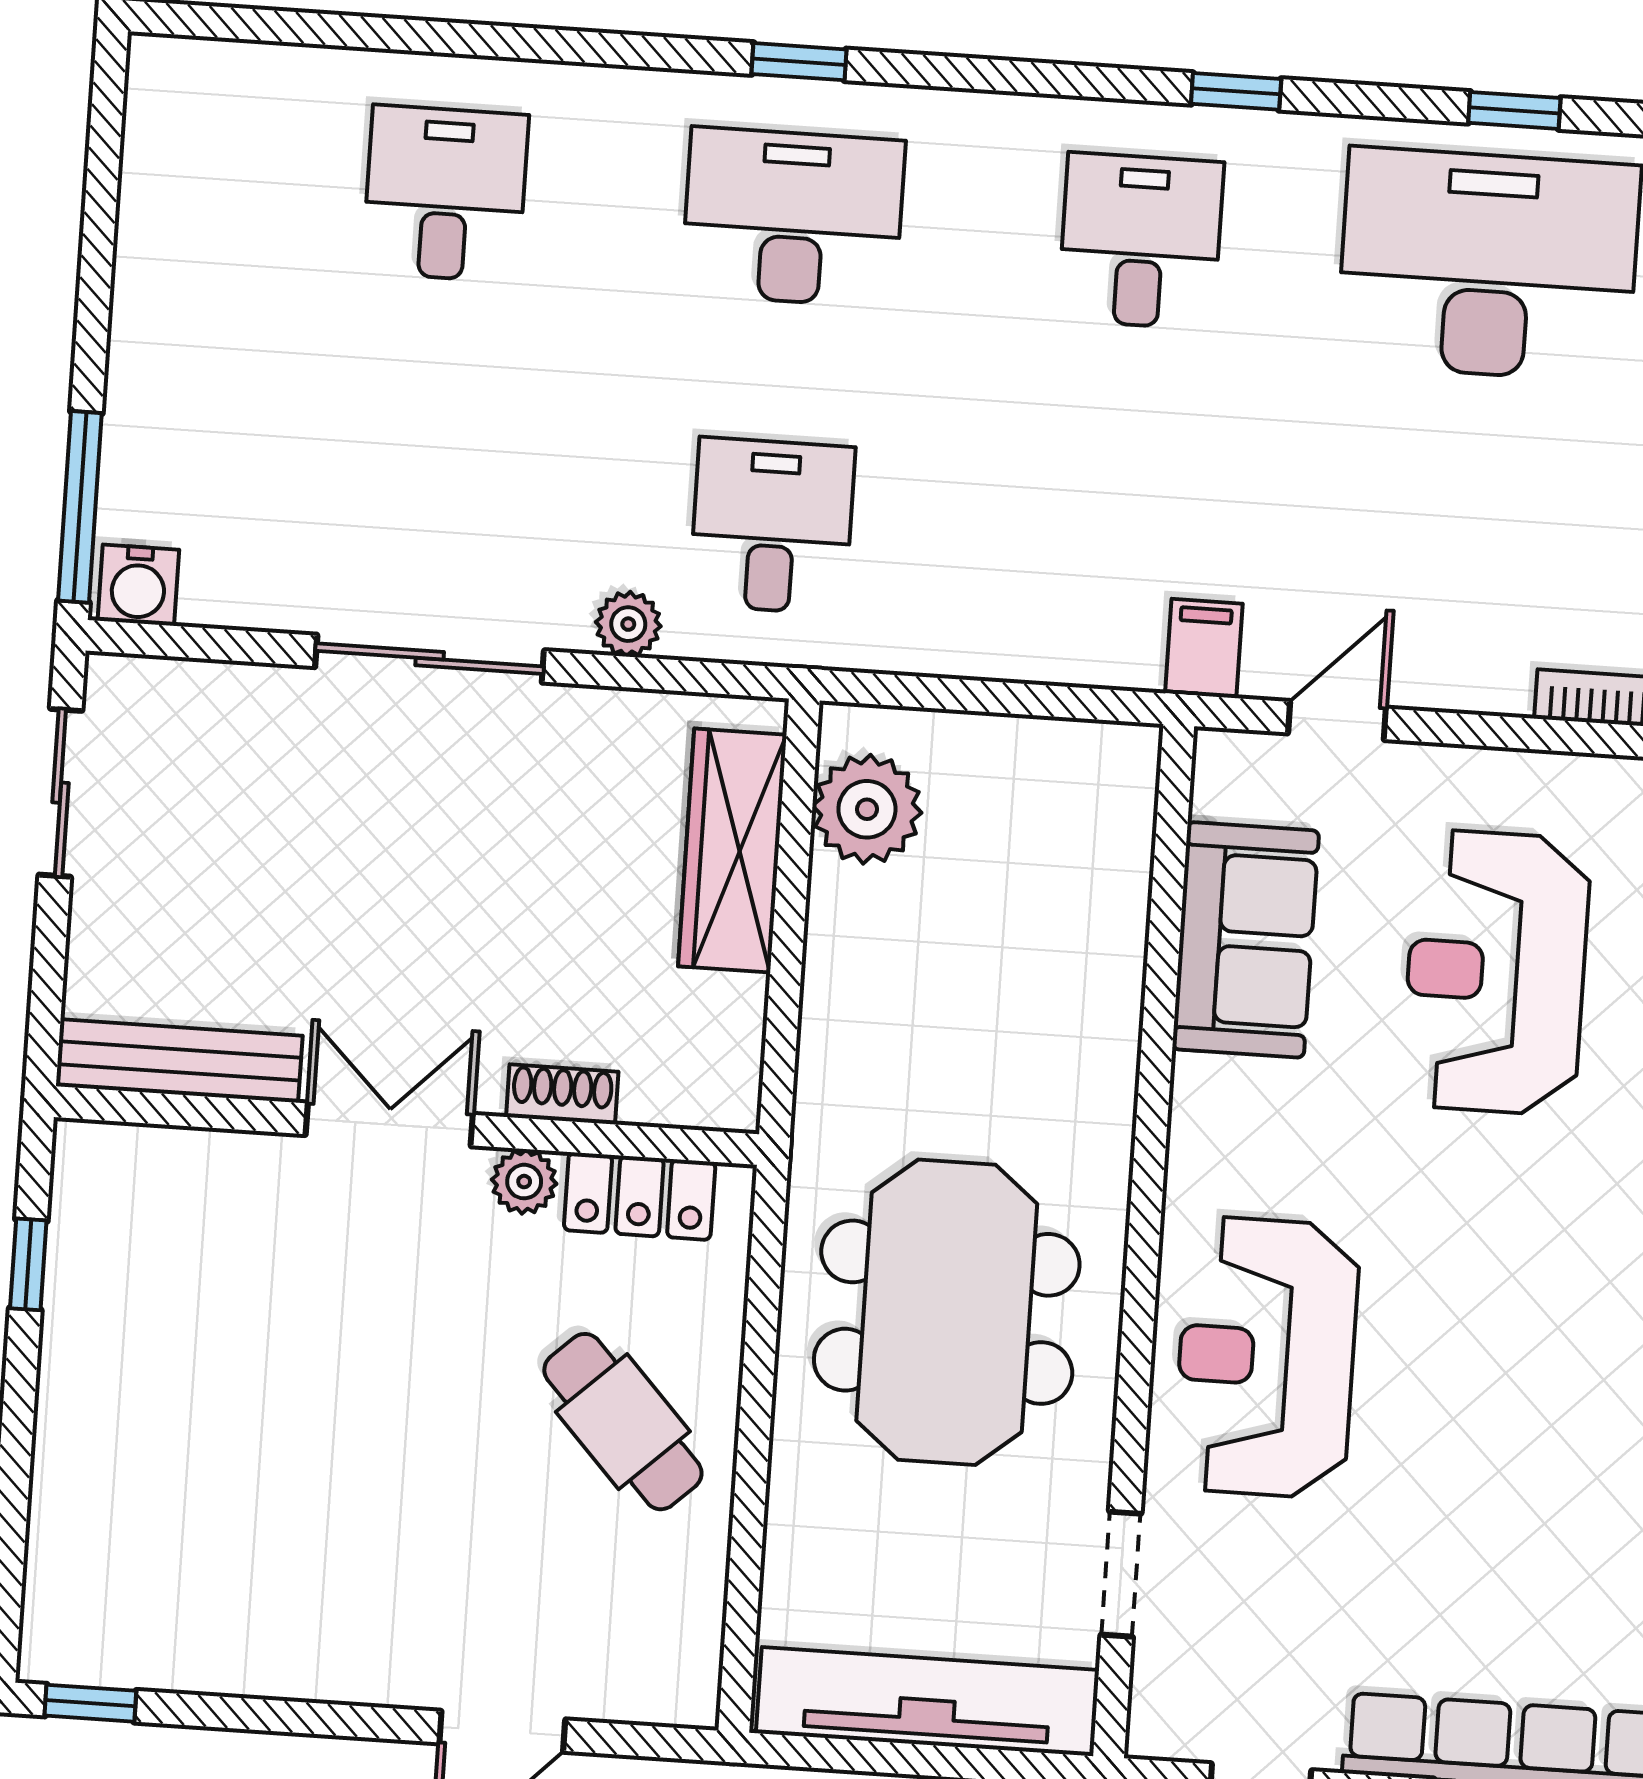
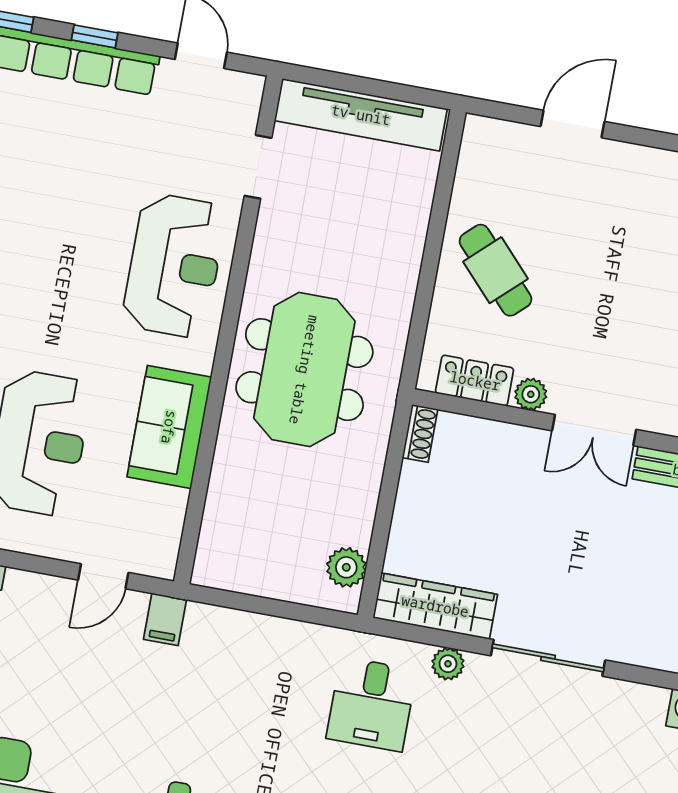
plant: (867, 809) -> (346, 567), width x0.73, depth x0.73
wardrobe: (732, 851) -> (435, 606), moved, turned -90
sofa: (1246, 940) -> (169, 427), moved
shoe rack: (562, 1094) -> (420, 433), moved, turned -90
meeting table: (947, 1312) -> (304, 370), moved

